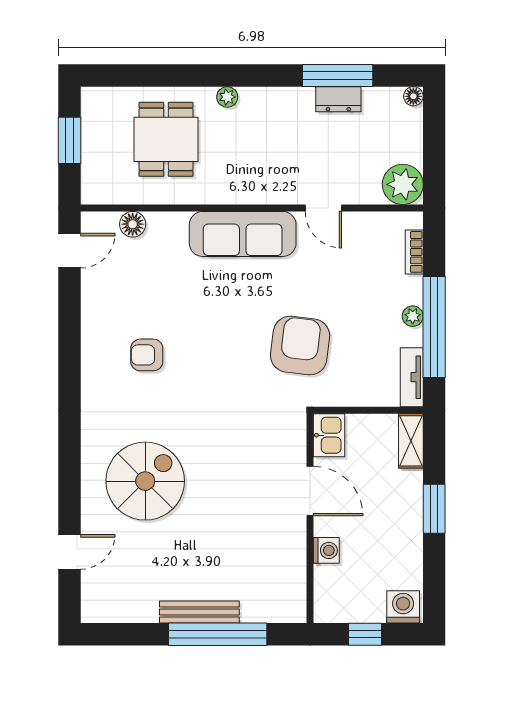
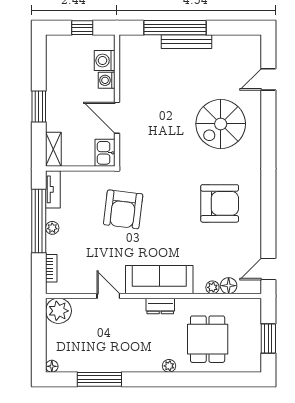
dresser: (338, 99) -> (160, 306), moved, turned 180
plant: (158, 222) -> (212, 287), added
armchair: (147, 355) -> (220, 203), width x1.88, depth x1.88
washing machine: (403, 607) -> (105, 61), moved, turned 90

